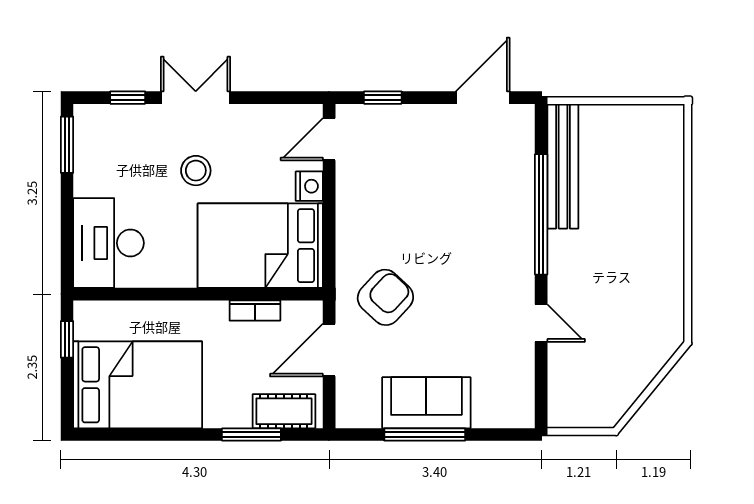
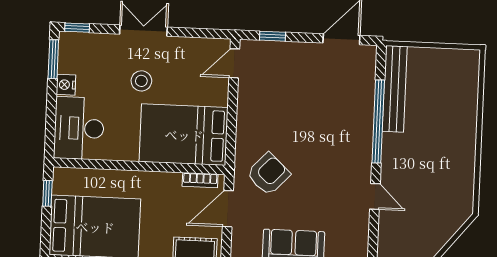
window: (128, 98) -> (77, 28), moved
nightstand: (309, 186) -> (66, 85), moved, turned 180
bookcase: (255, 311) -> (200, 180), moved

